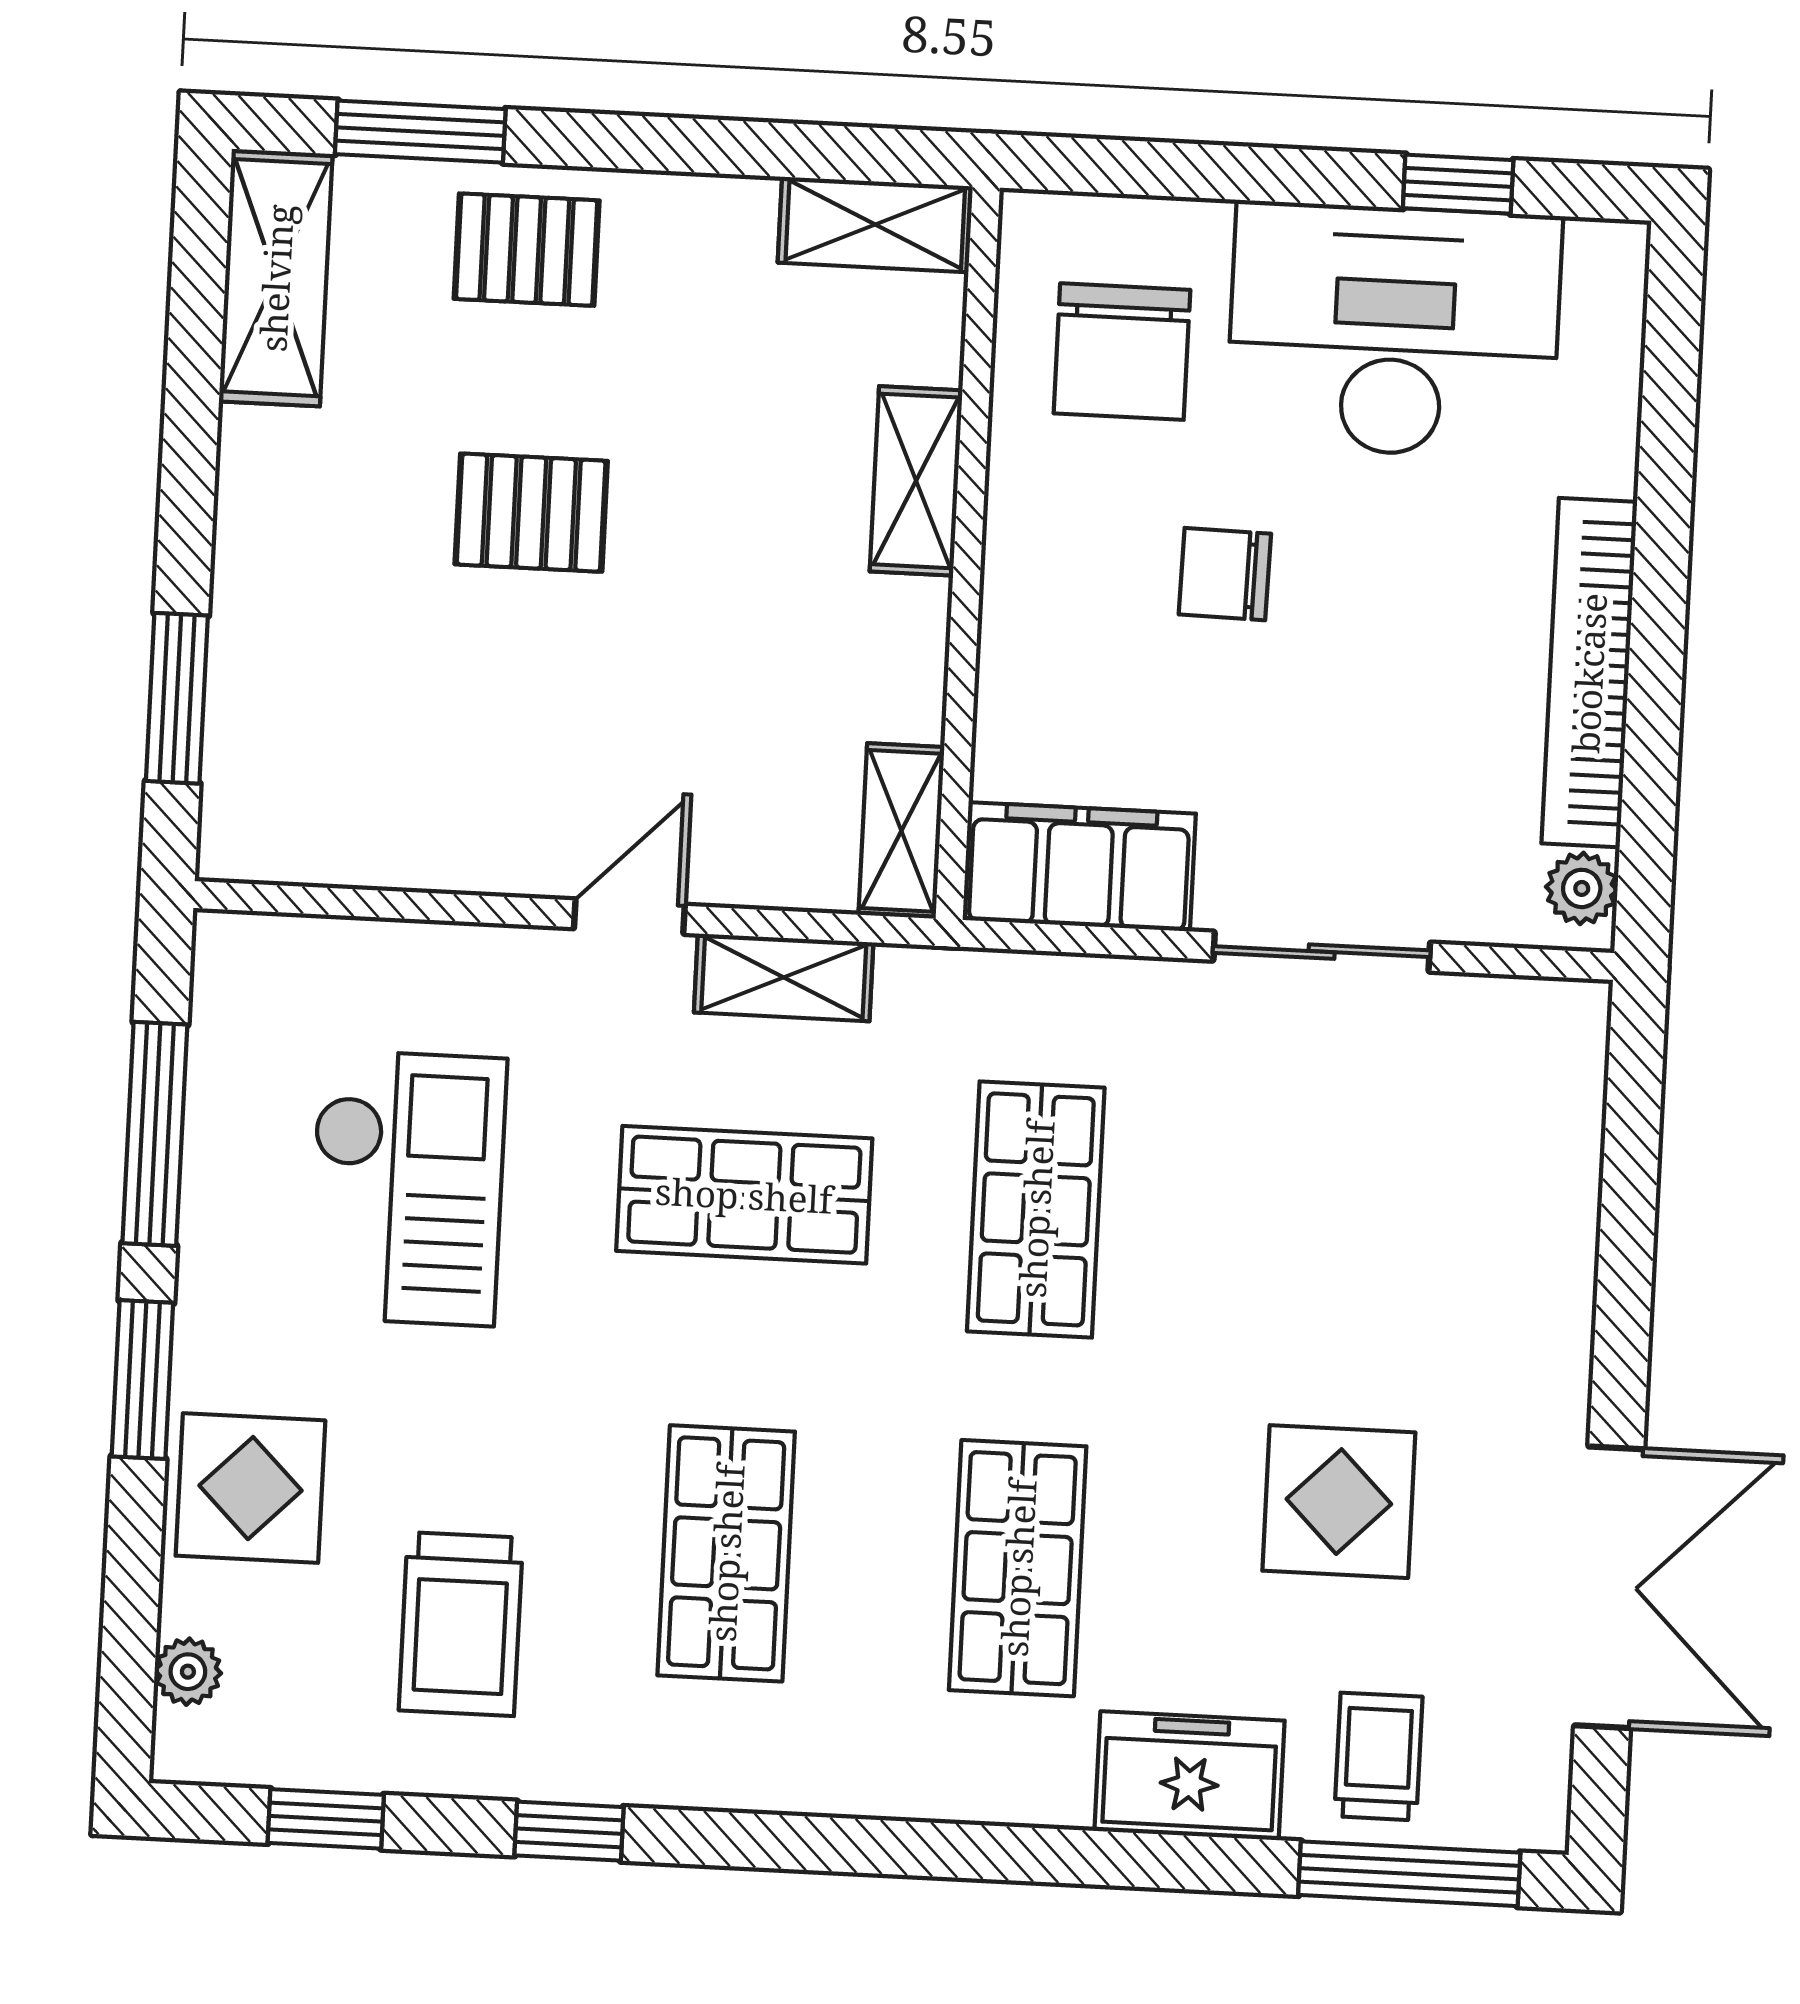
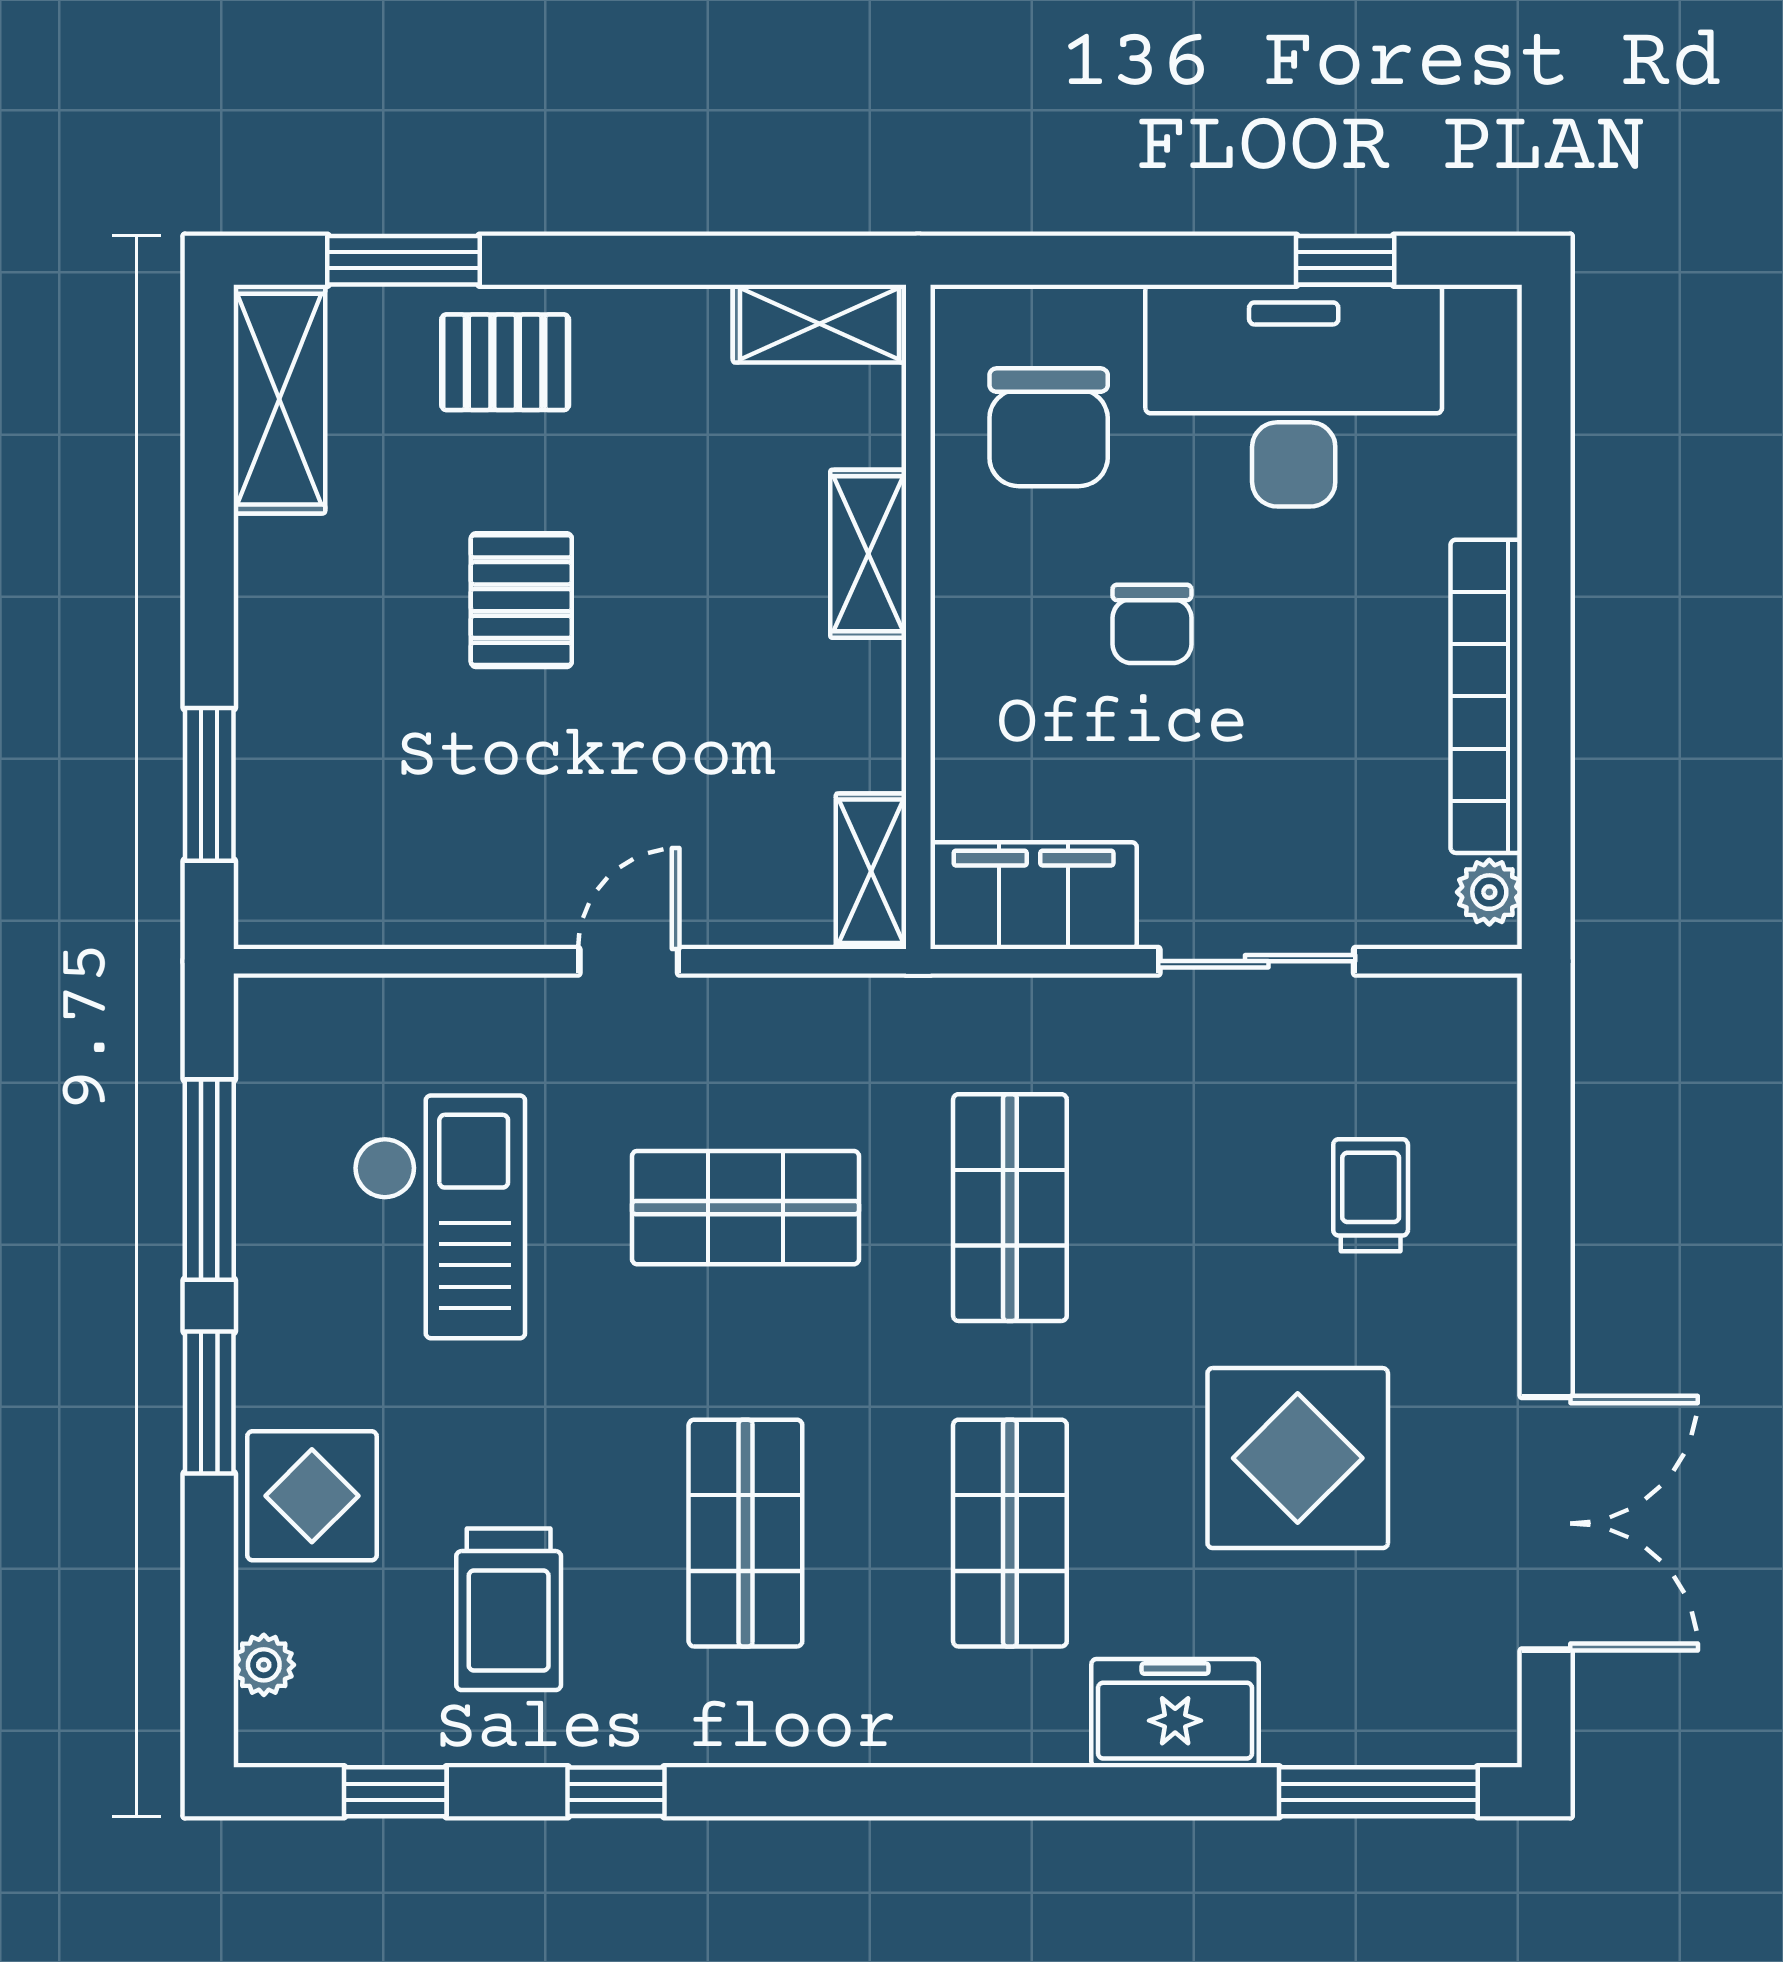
pallet: (531, 513) -> (521, 600), turned 90
chair: (1225, 574) -> (1152, 624), turned -91
shelving: (784, 977) -> (771, 1009), removed
display table: (1339, 1502) -> (1298, 1458), width x1.36, depth x1.36
trolley: (1378, 1756) -> (1371, 1195), moved

